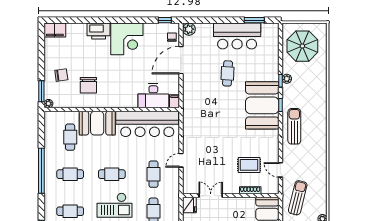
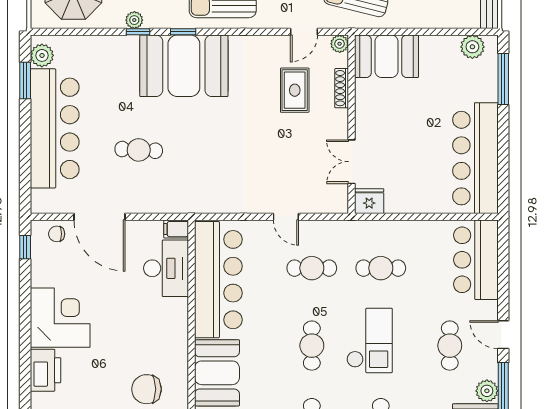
plant: (189, 29) -> (42, 55), moved
bar counter: (237, 36) -> (55, 128), width x1.36
cafe table: (228, 73) -> (139, 150), moved
chair: (88, 85) -> (147, 389), turned 180
plant: (274, 189) -> (340, 44), added

